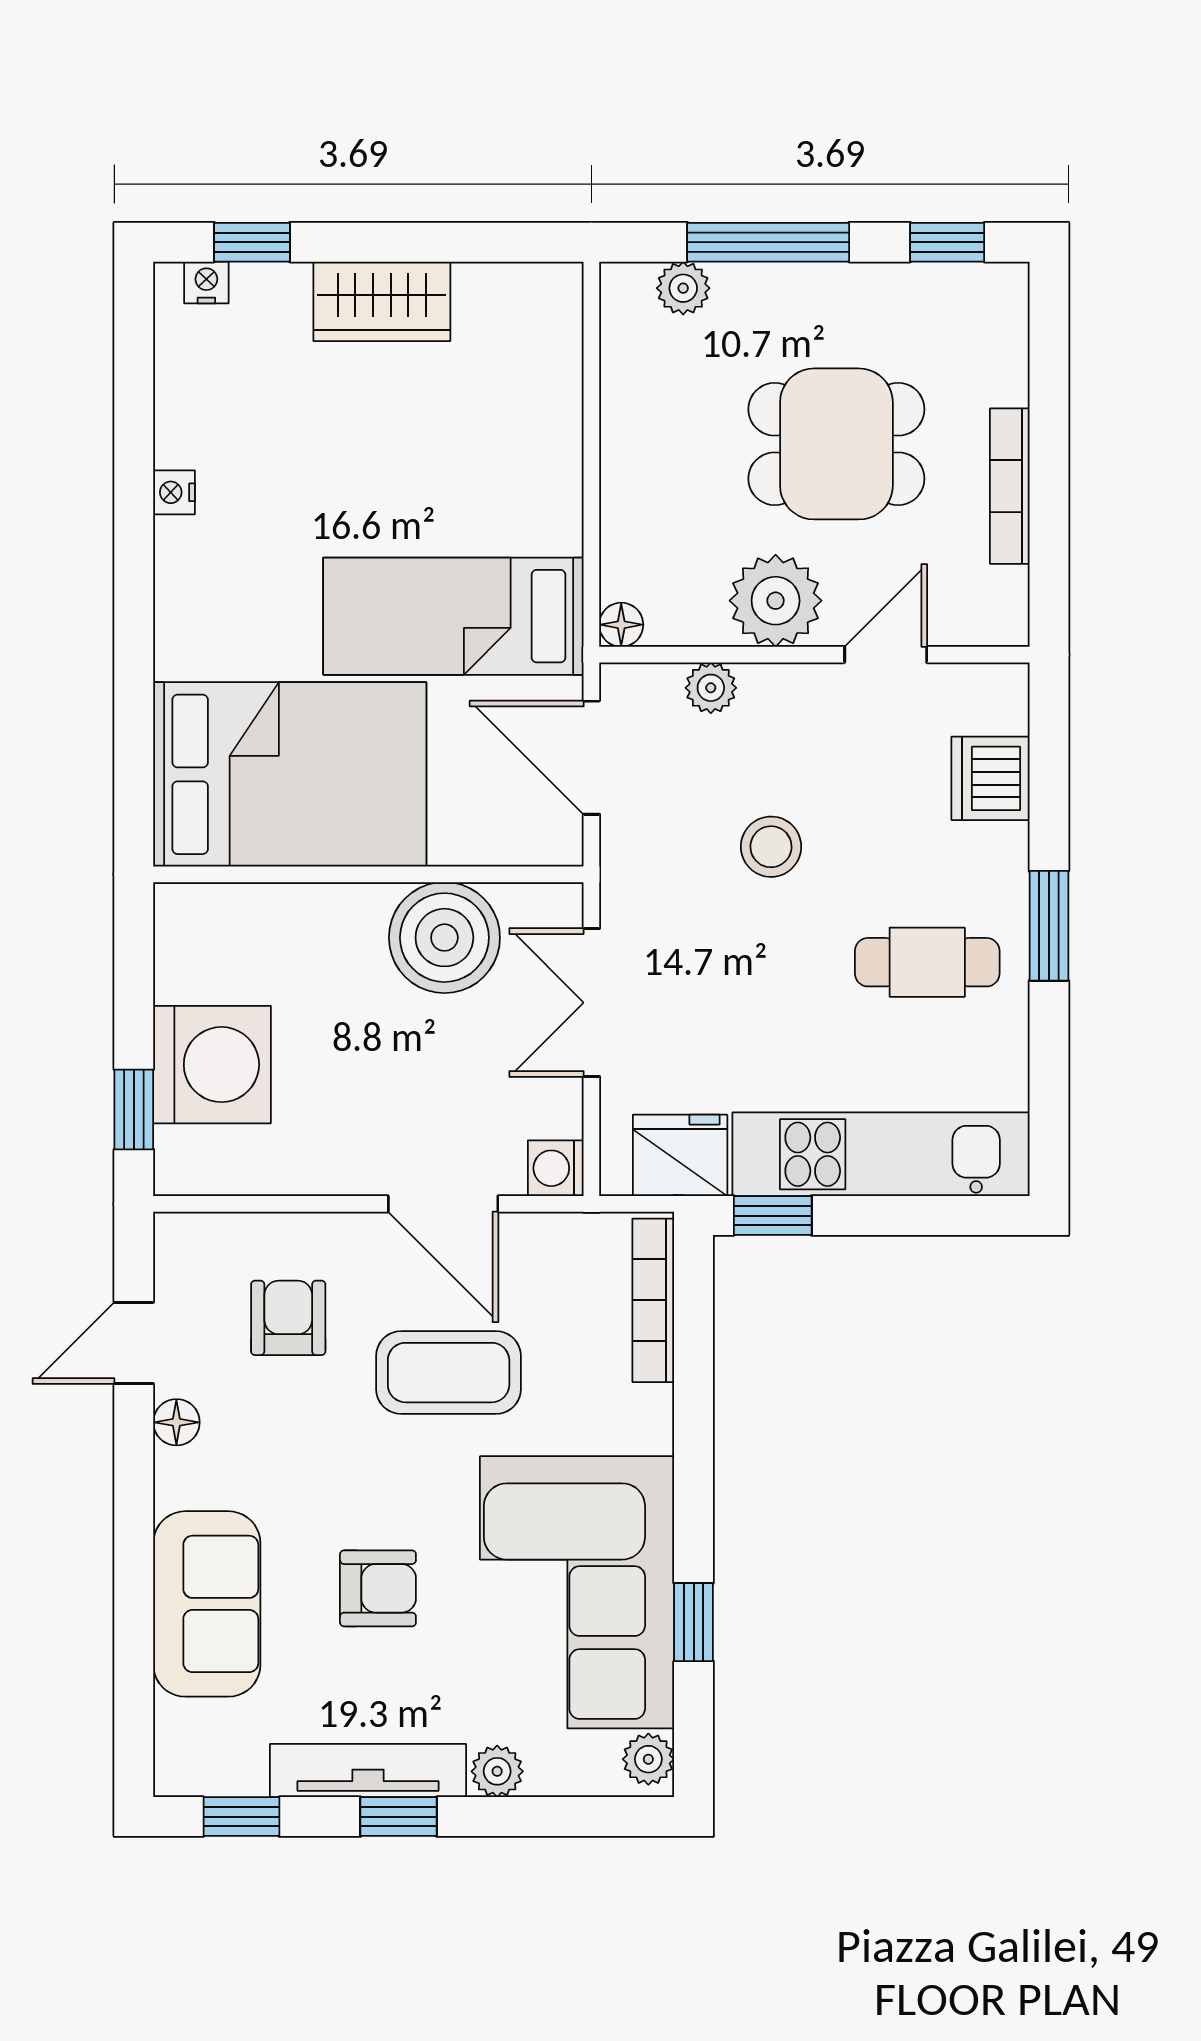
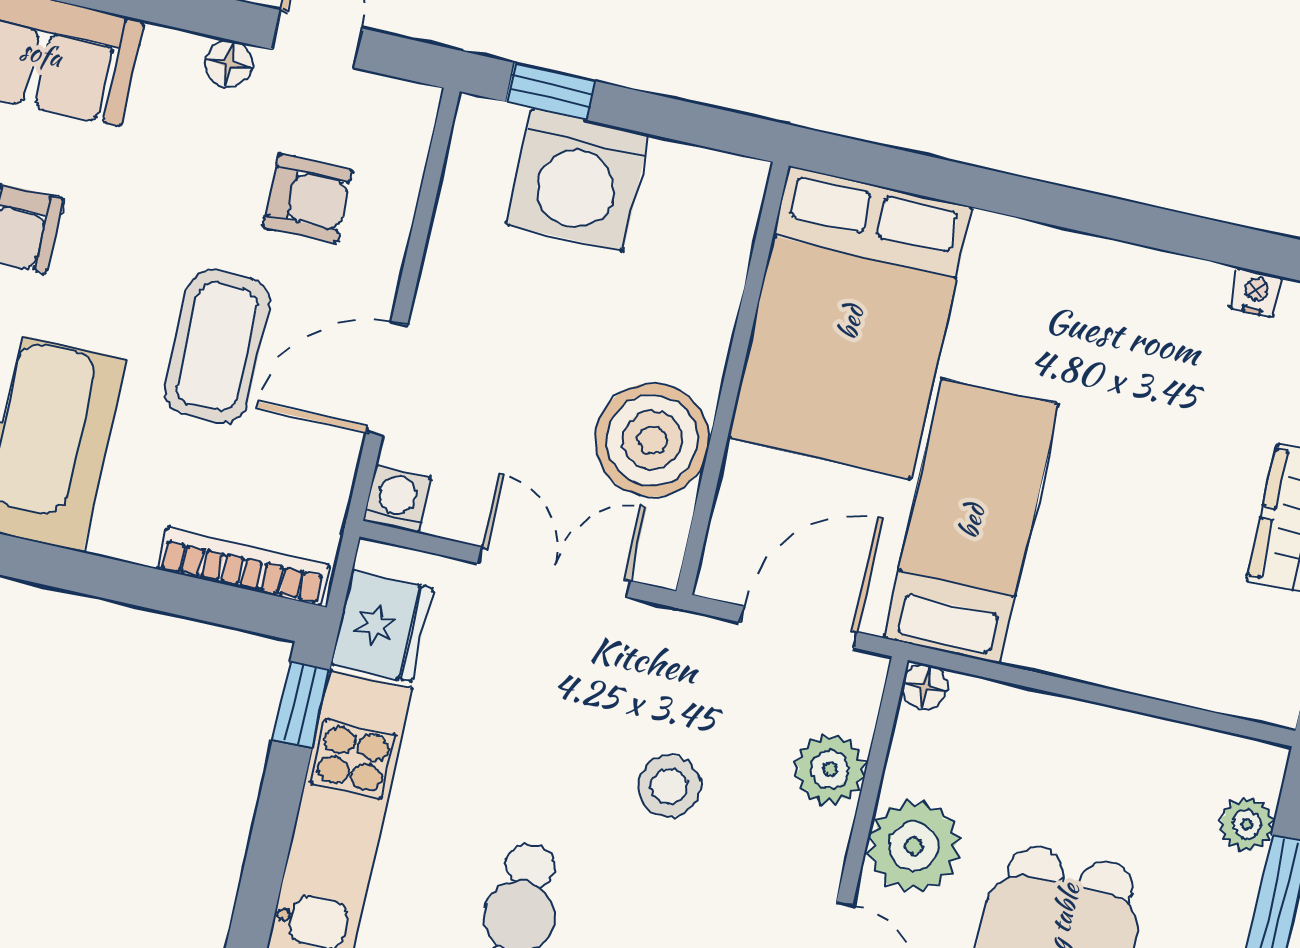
nightstand: (174, 492) -> (1256, 292), moved
plant: (711, 688) -> (830, 769), width x1.38, depth x1.38

